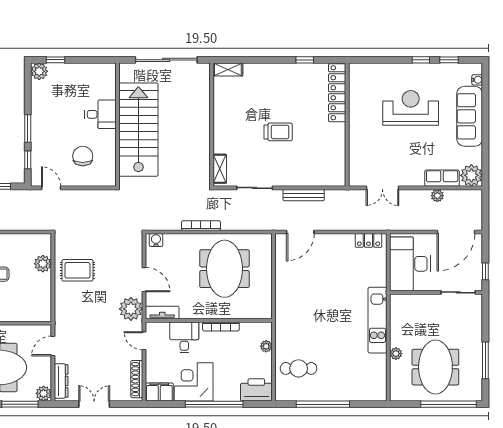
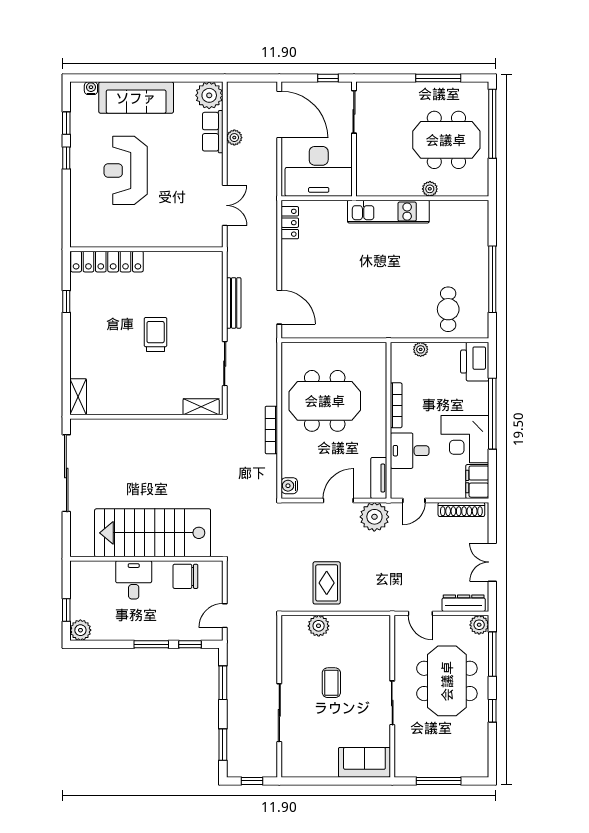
desk: (101, 114) -> (134, 580), moved
wall: (118, 125) -> (146, 559), moved
stairs: (138, 130) -> (153, 533), moved

